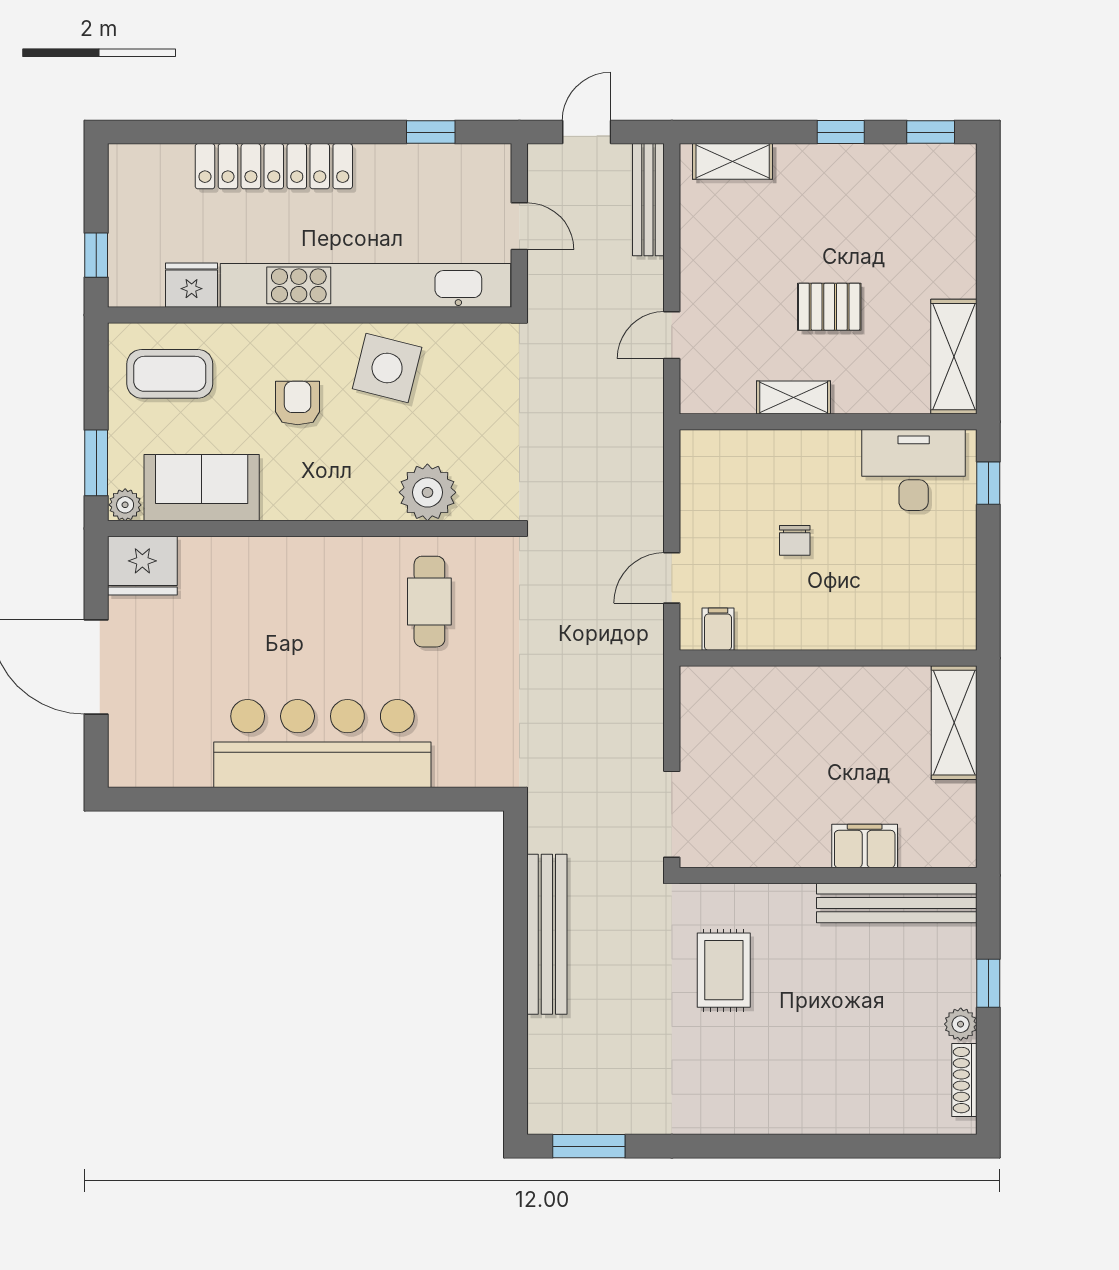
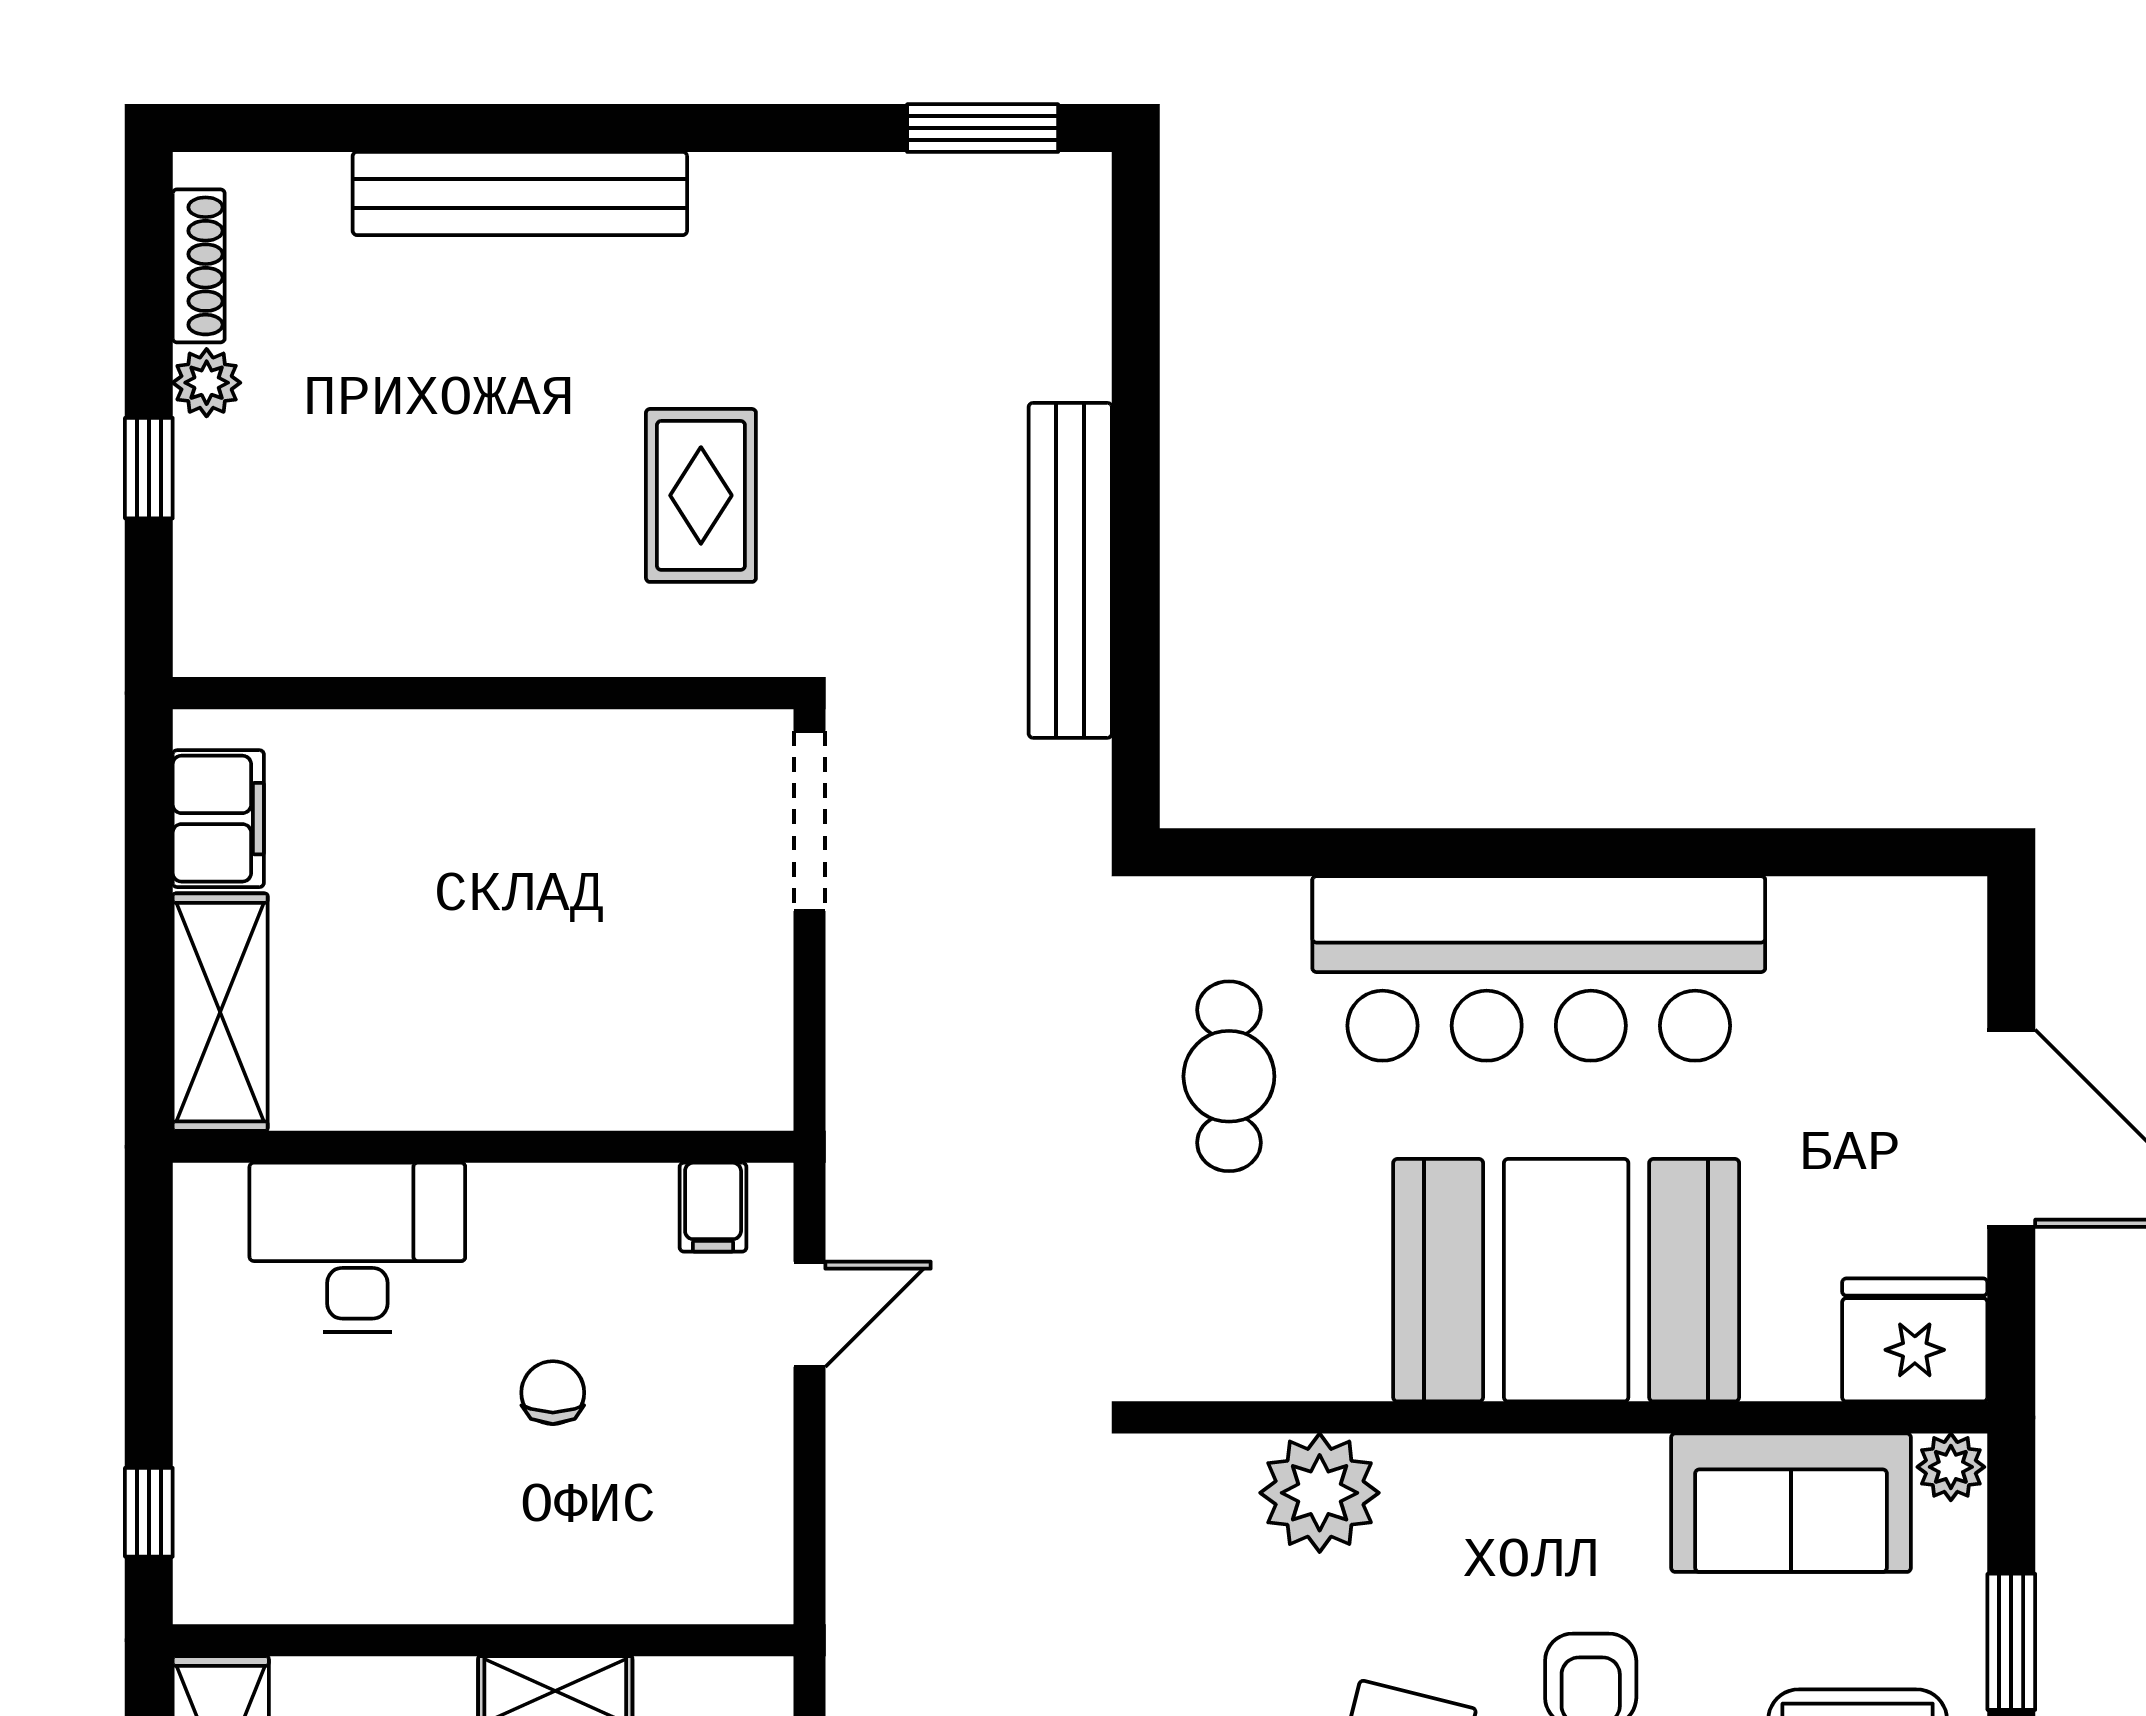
window: (96, 463) -> (2011, 1642), moved
desk: (914, 470) -> (357, 1247), moved, turned 180
booth: (309, 594) -> (1566, 1280), added
cafe table: (429, 602) -> (1229, 1076), moved
filing cabinet: (865, 846) -> (218, 819), moved, turned -90
bench: (897, 903) -> (520, 193), moved

